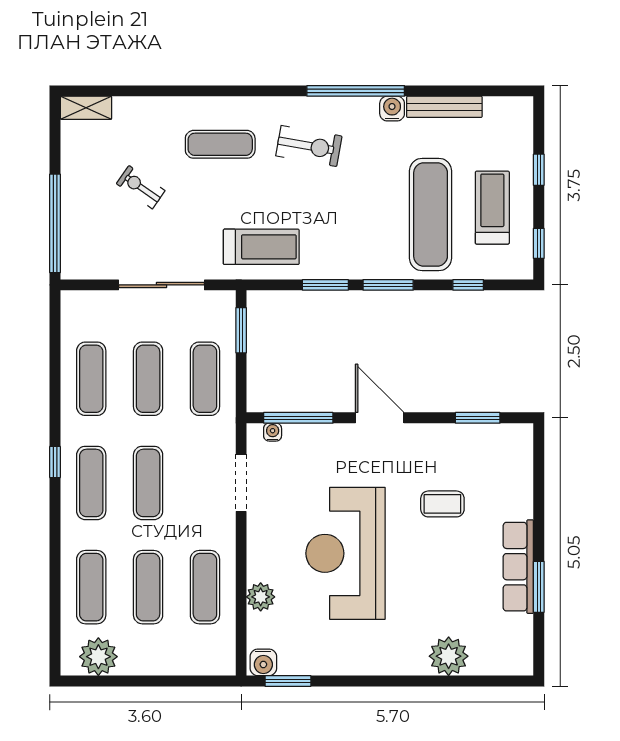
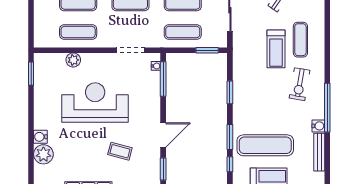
treadmill: (261, 247) -> (276, 49), moved
window: (388, 285) -> (230, 137), moved
door: (380, 418) -> (163, 135), moved
coffee table: (442, 504) -> (120, 151), turned -75
water cooler: (263, 662) -> (40, 137), moved

